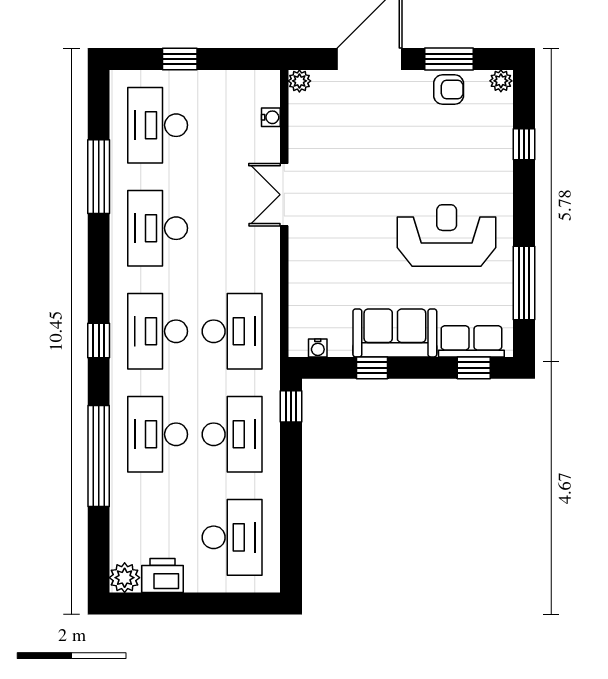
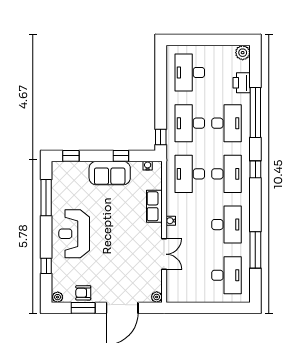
window: (180, 59) -> (216, 308), removed
water cooler: (271, 117) -> (171, 221), moved
double door: (284, 195) -> (164, 254), moved
reception desk: (447, 235) -> (74, 234), moved, turned 90
row of seats: (471, 341) -> (154, 206), moved, turned 90
printer: (163, 576) -> (242, 83), moved, turned 90

